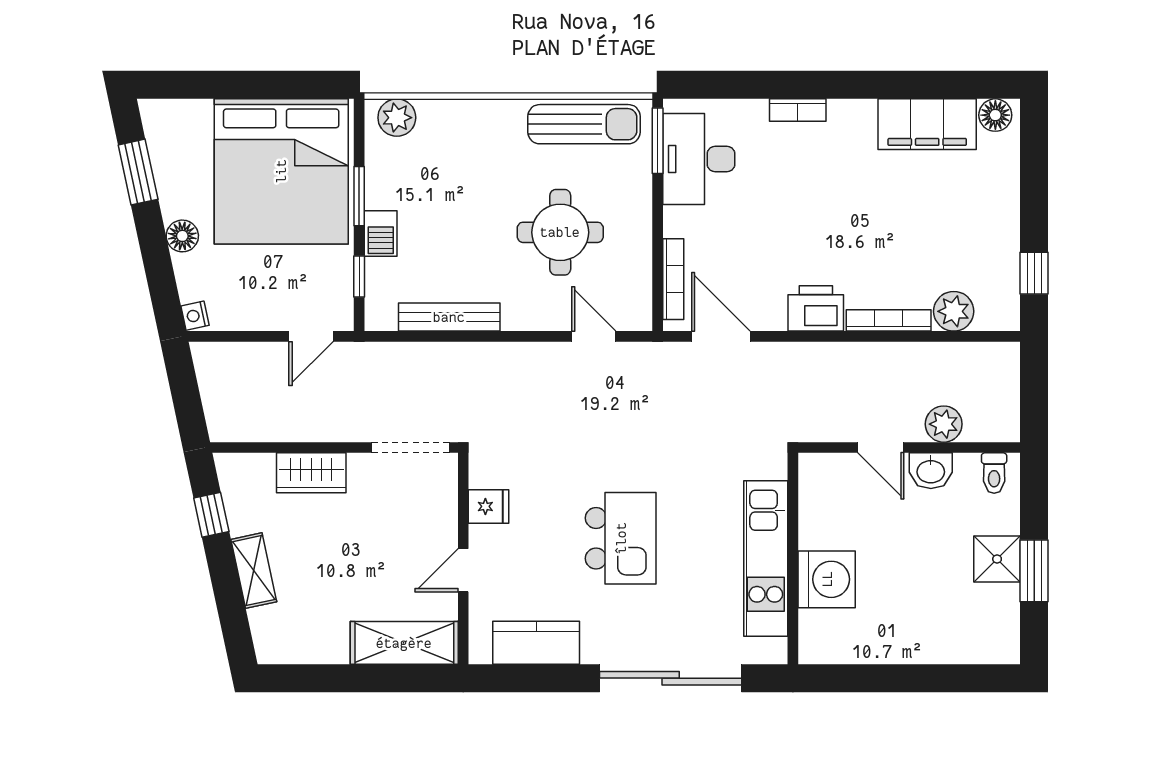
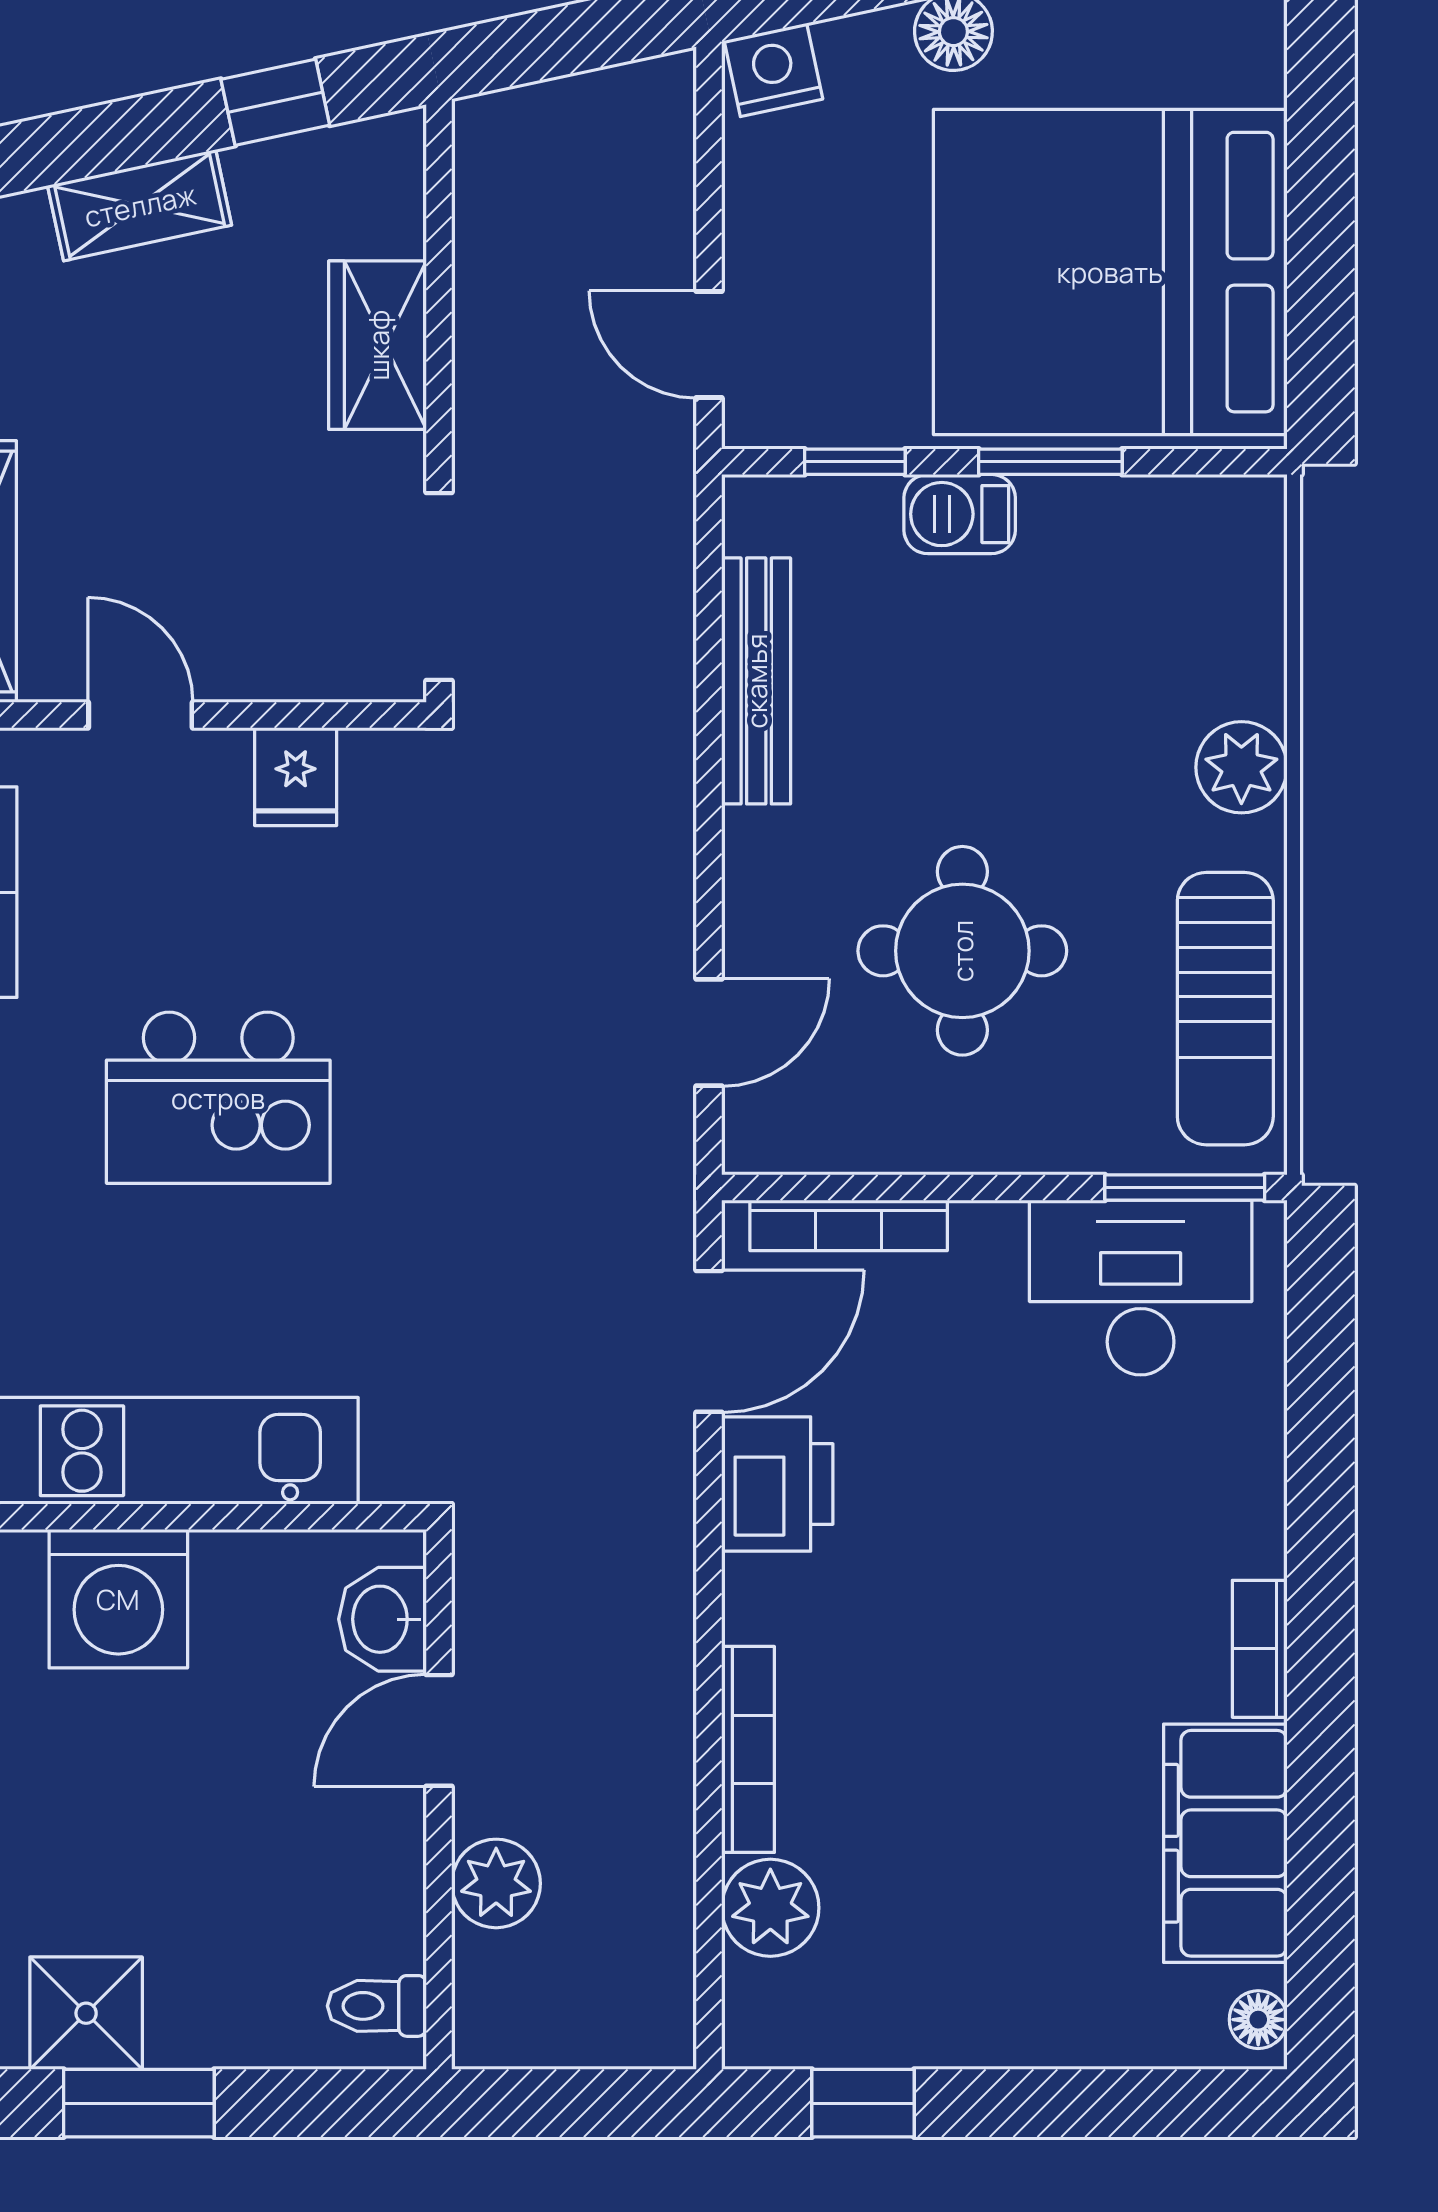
bookcase: (798, 110) -> (1260, 1649), moved
floor lamp: (995, 115) -> (1258, 2020), width x0.73, depth x0.73
plant: (397, 118) -> (1241, 767), moved
printer: (816, 308) -> (777, 1484), moved
nightstand: (195, 316) -> (773, 70), width x1.39, depth x1.35
washbasin: (931, 471) -> (383, 1619), moved
shower: (997, 559) -> (86, 2013), moved

